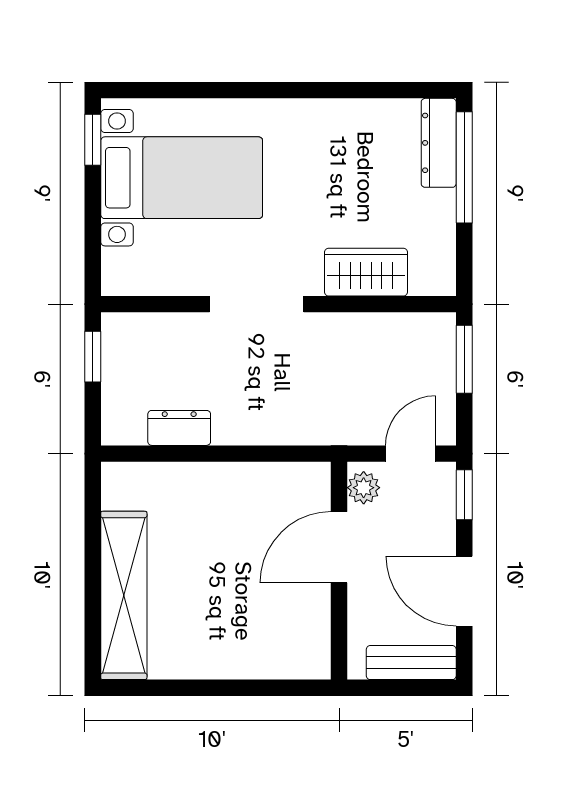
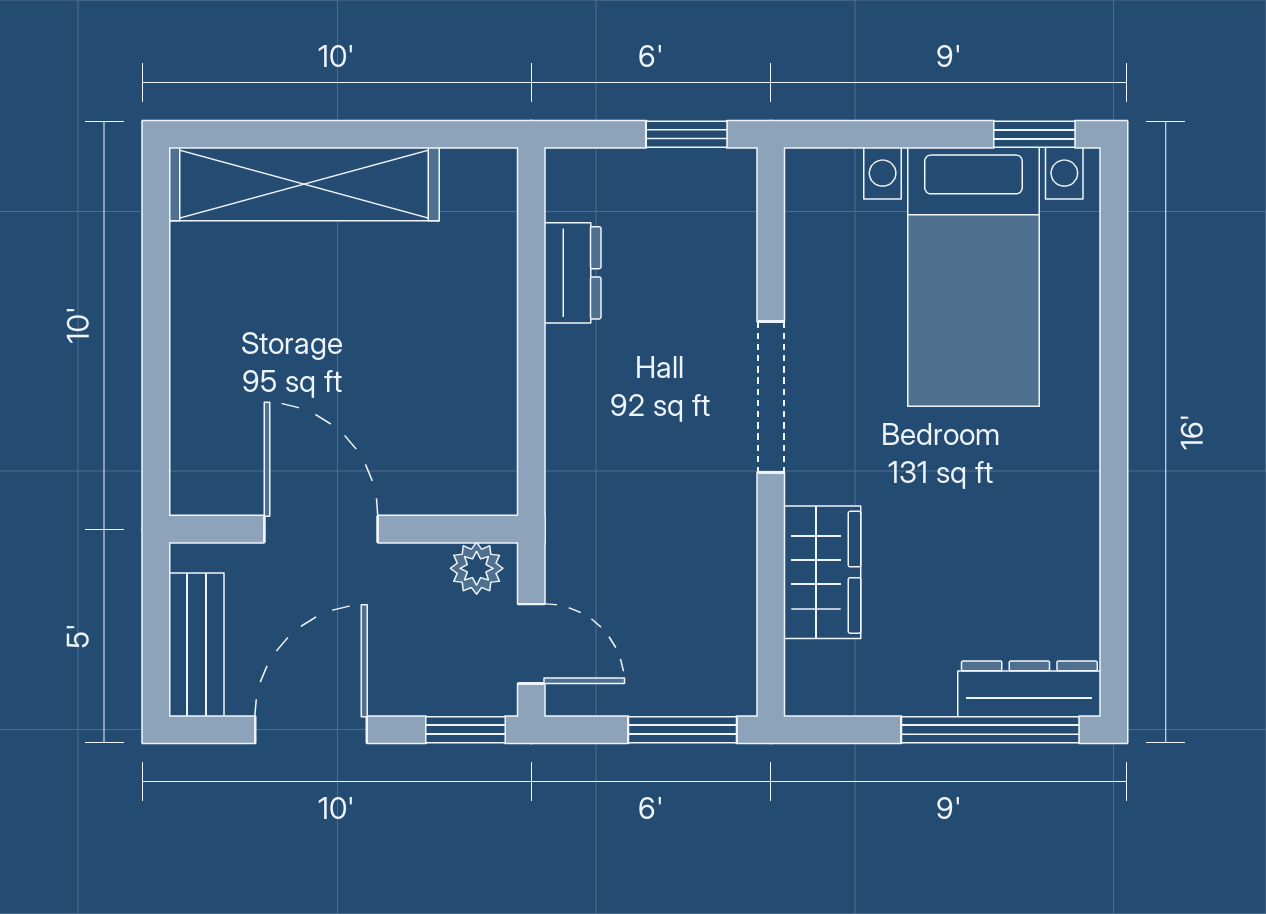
door: (339, 547) -> (321, 529), moved

